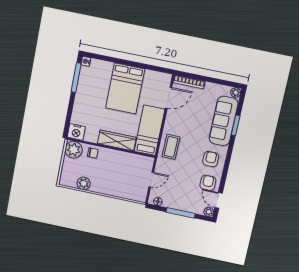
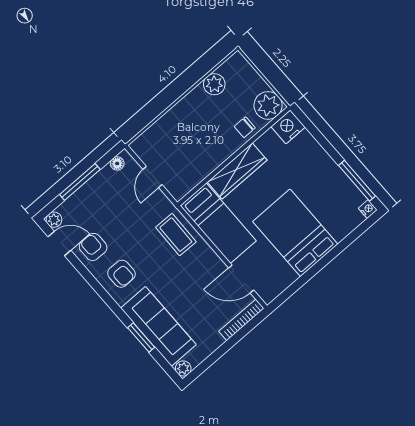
door: (169, 98) -> (241, 279), hinge flipped
armchair: (208, 183) -> (93, 247), turned 180

